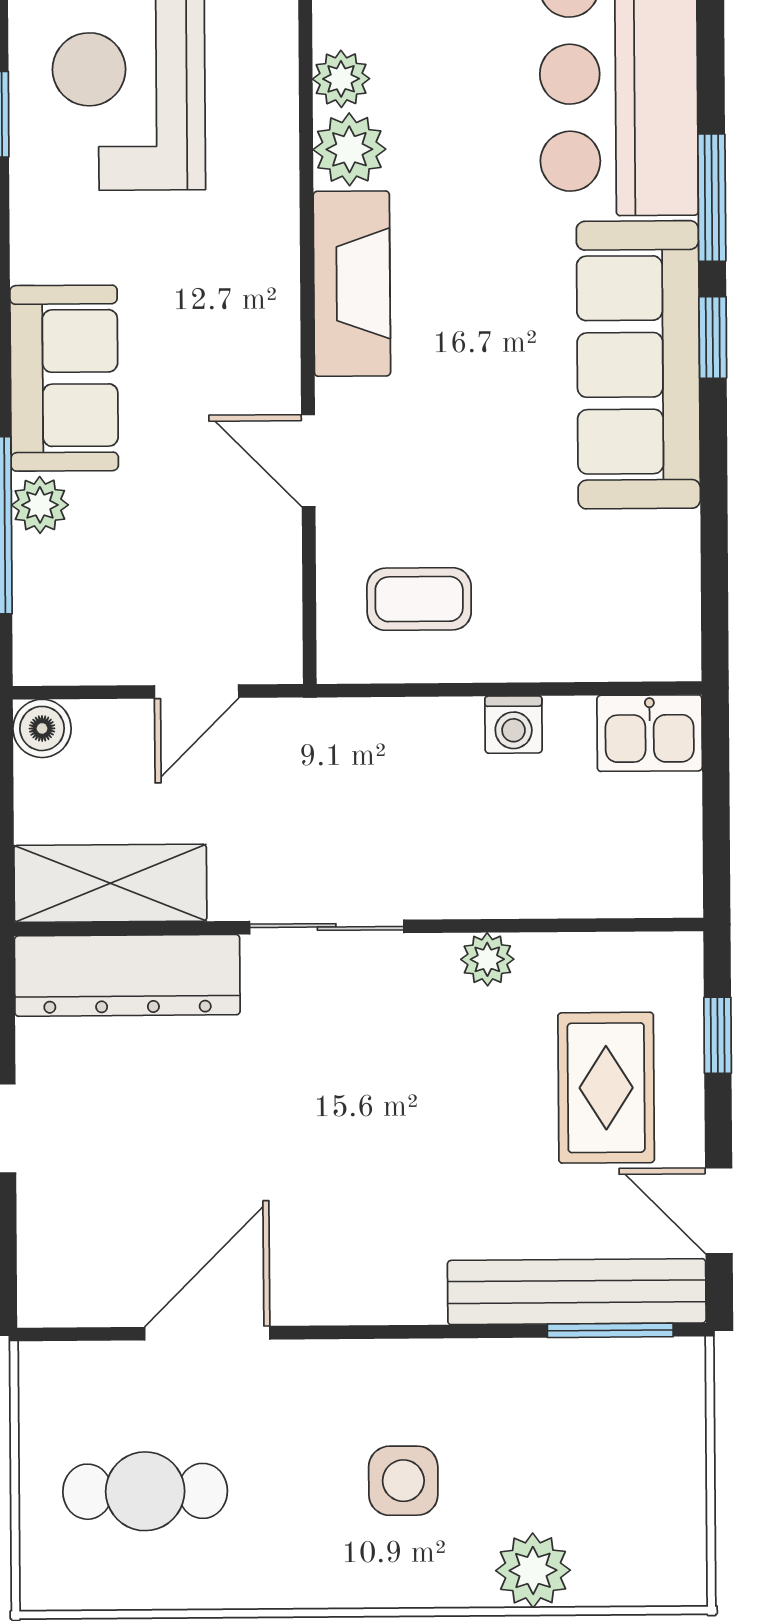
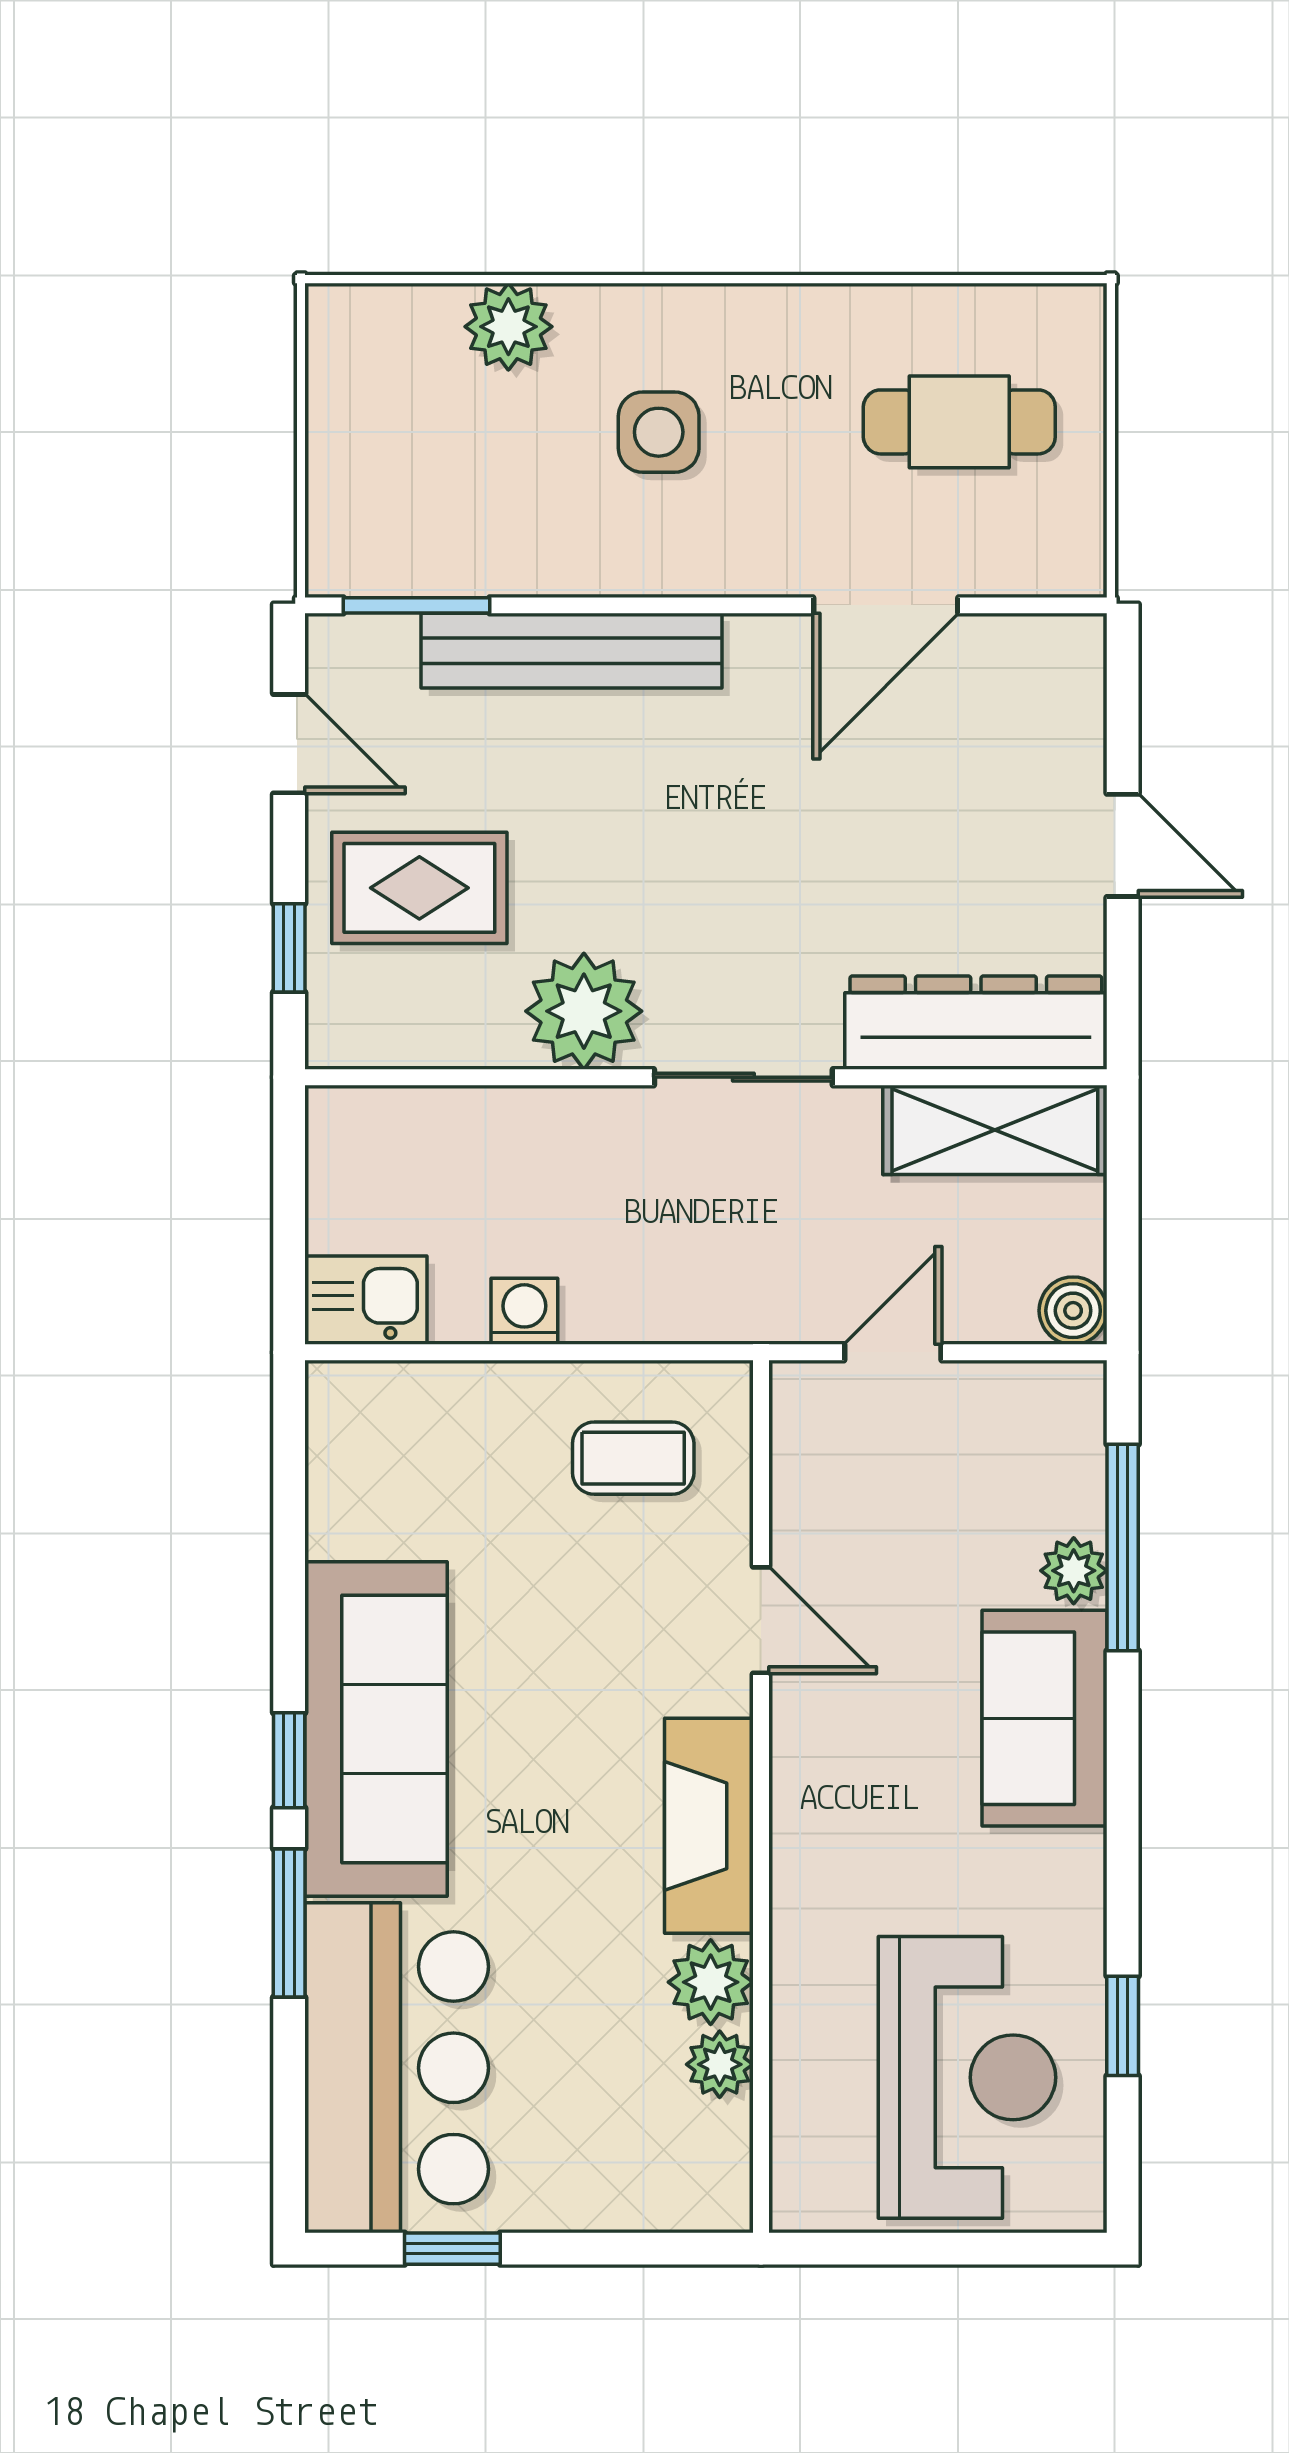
plant: (487, 959) -> (584, 1011), width x1.87, depth x1.87
rug: (606, 1088) -> (419, 888), turned 90
bench: (577, 1292) -> (571, 651), moved

